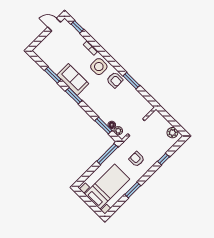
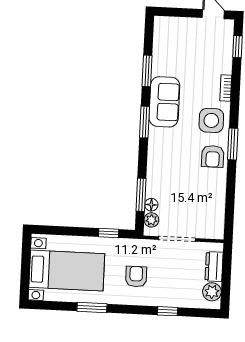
window: (131, 81) -> (233, 144), moved
dresser: (162, 122) -> (214, 267), added
window: (107, 154) -> (109, 233), width x0.46

